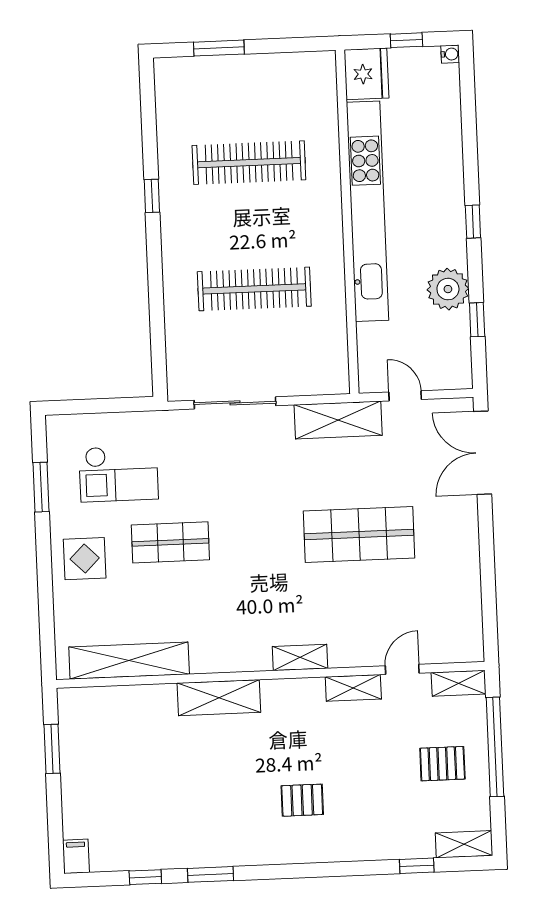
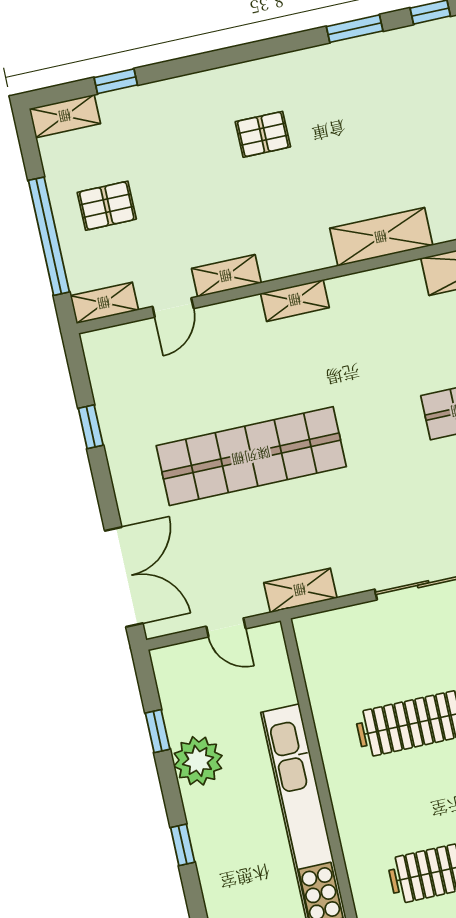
shelving: (338, 420) -> (300, 590), width x0.67, depth x0.75
shop shelf: (359, 534) -> (251, 456), width x1.40
window: (488, 582) -> (91, 427), added

